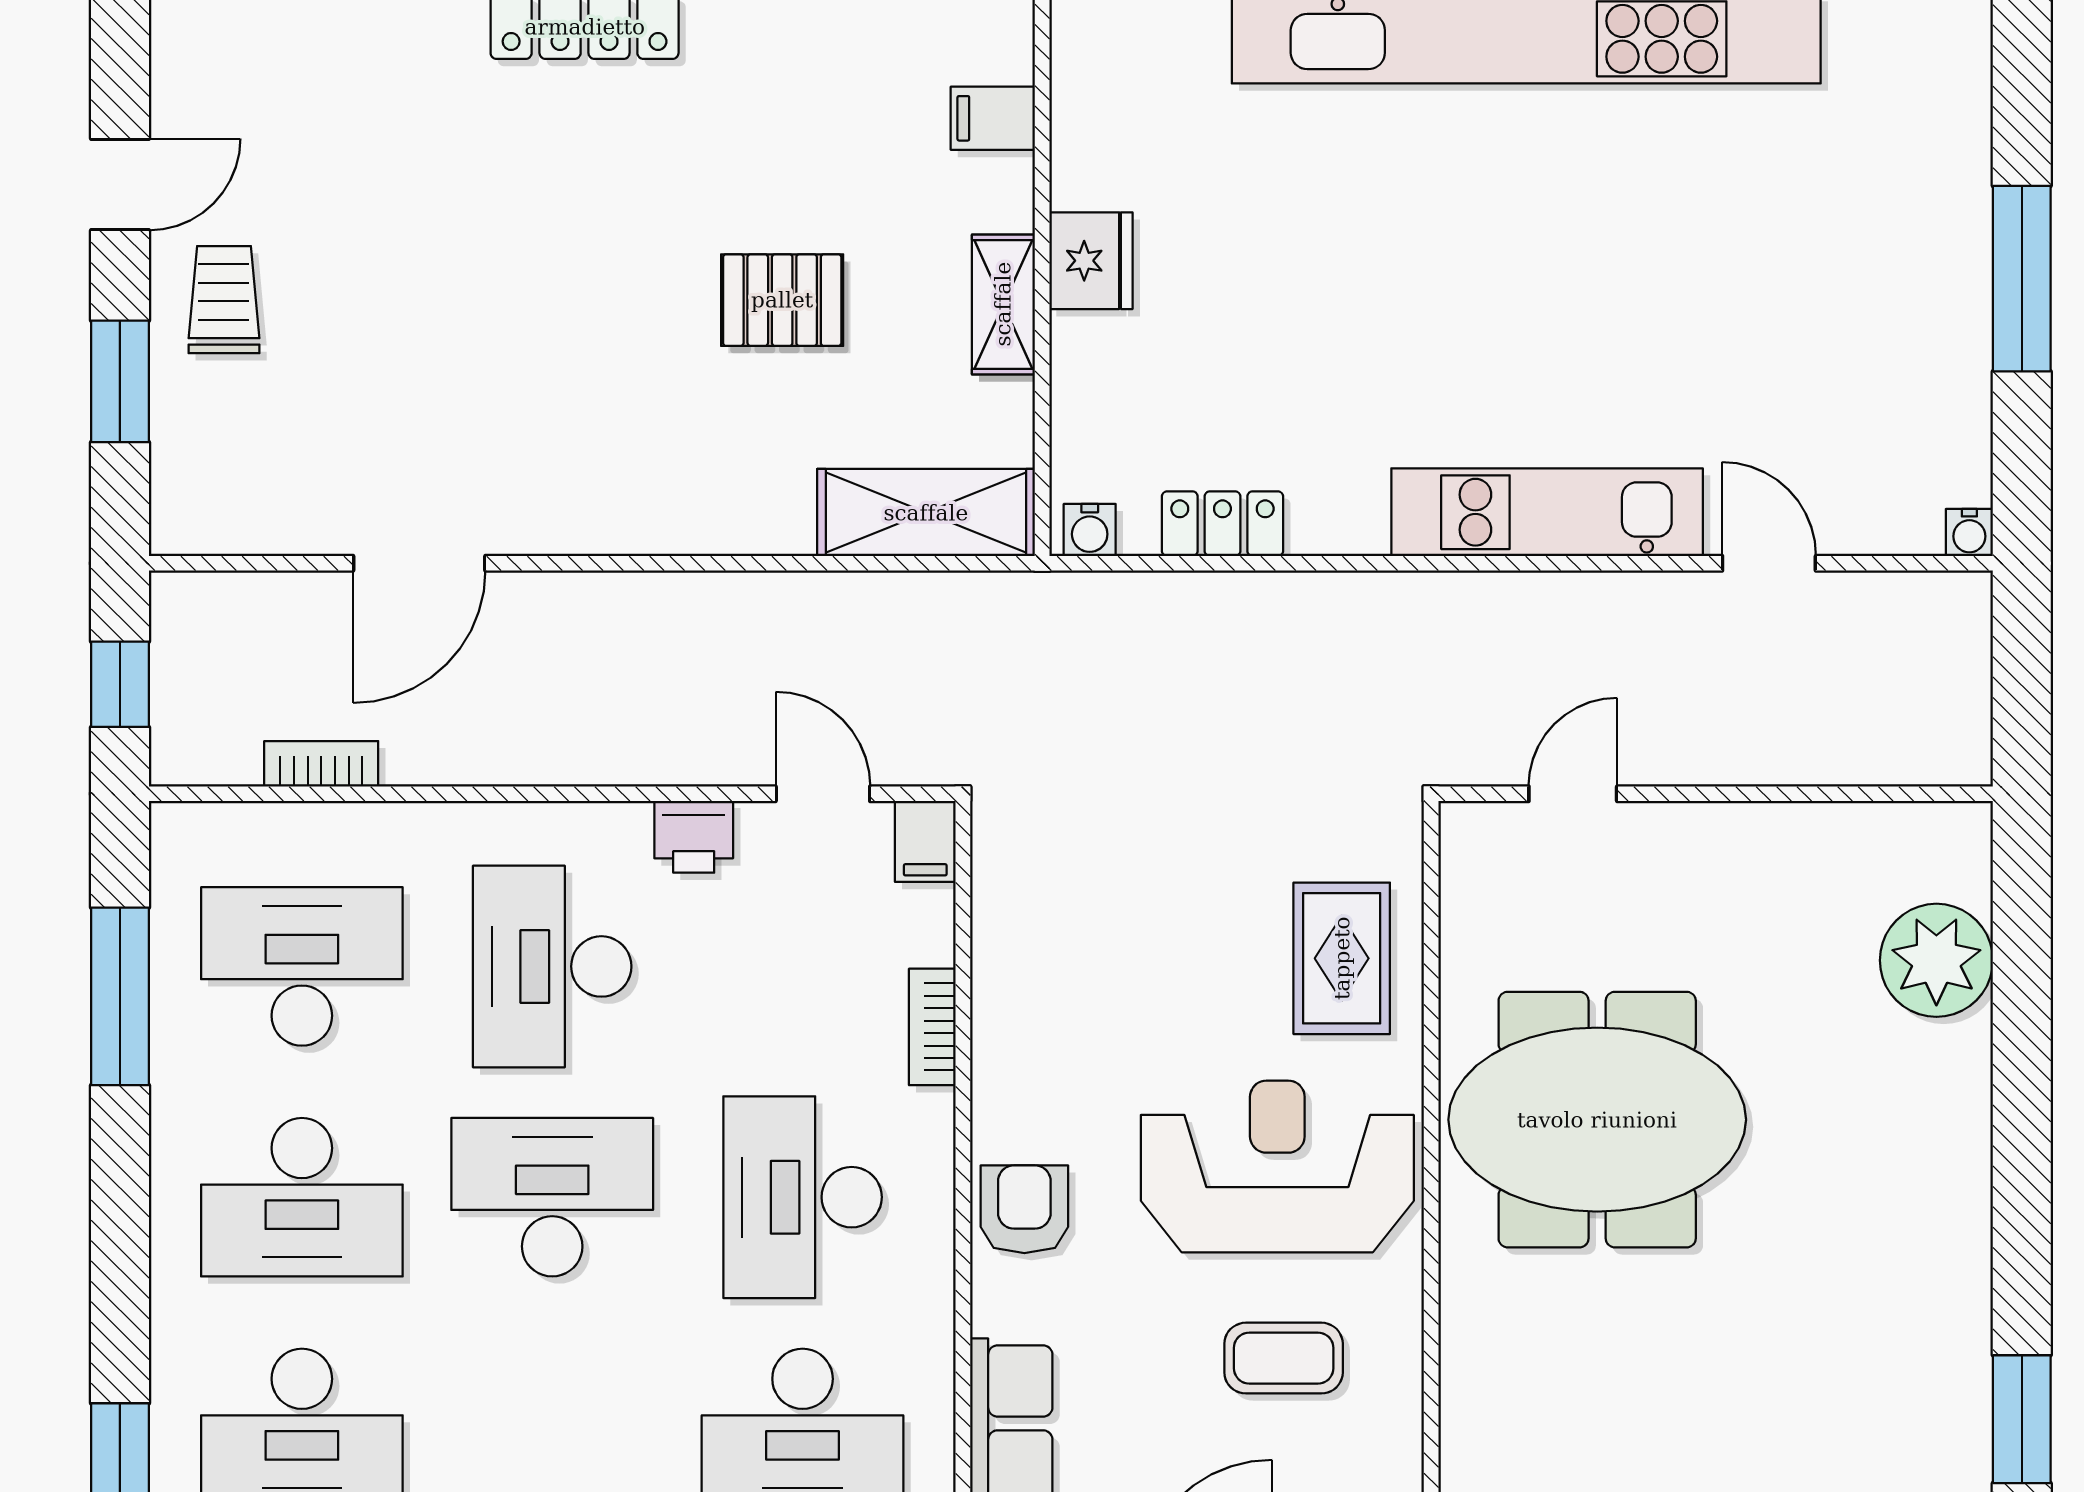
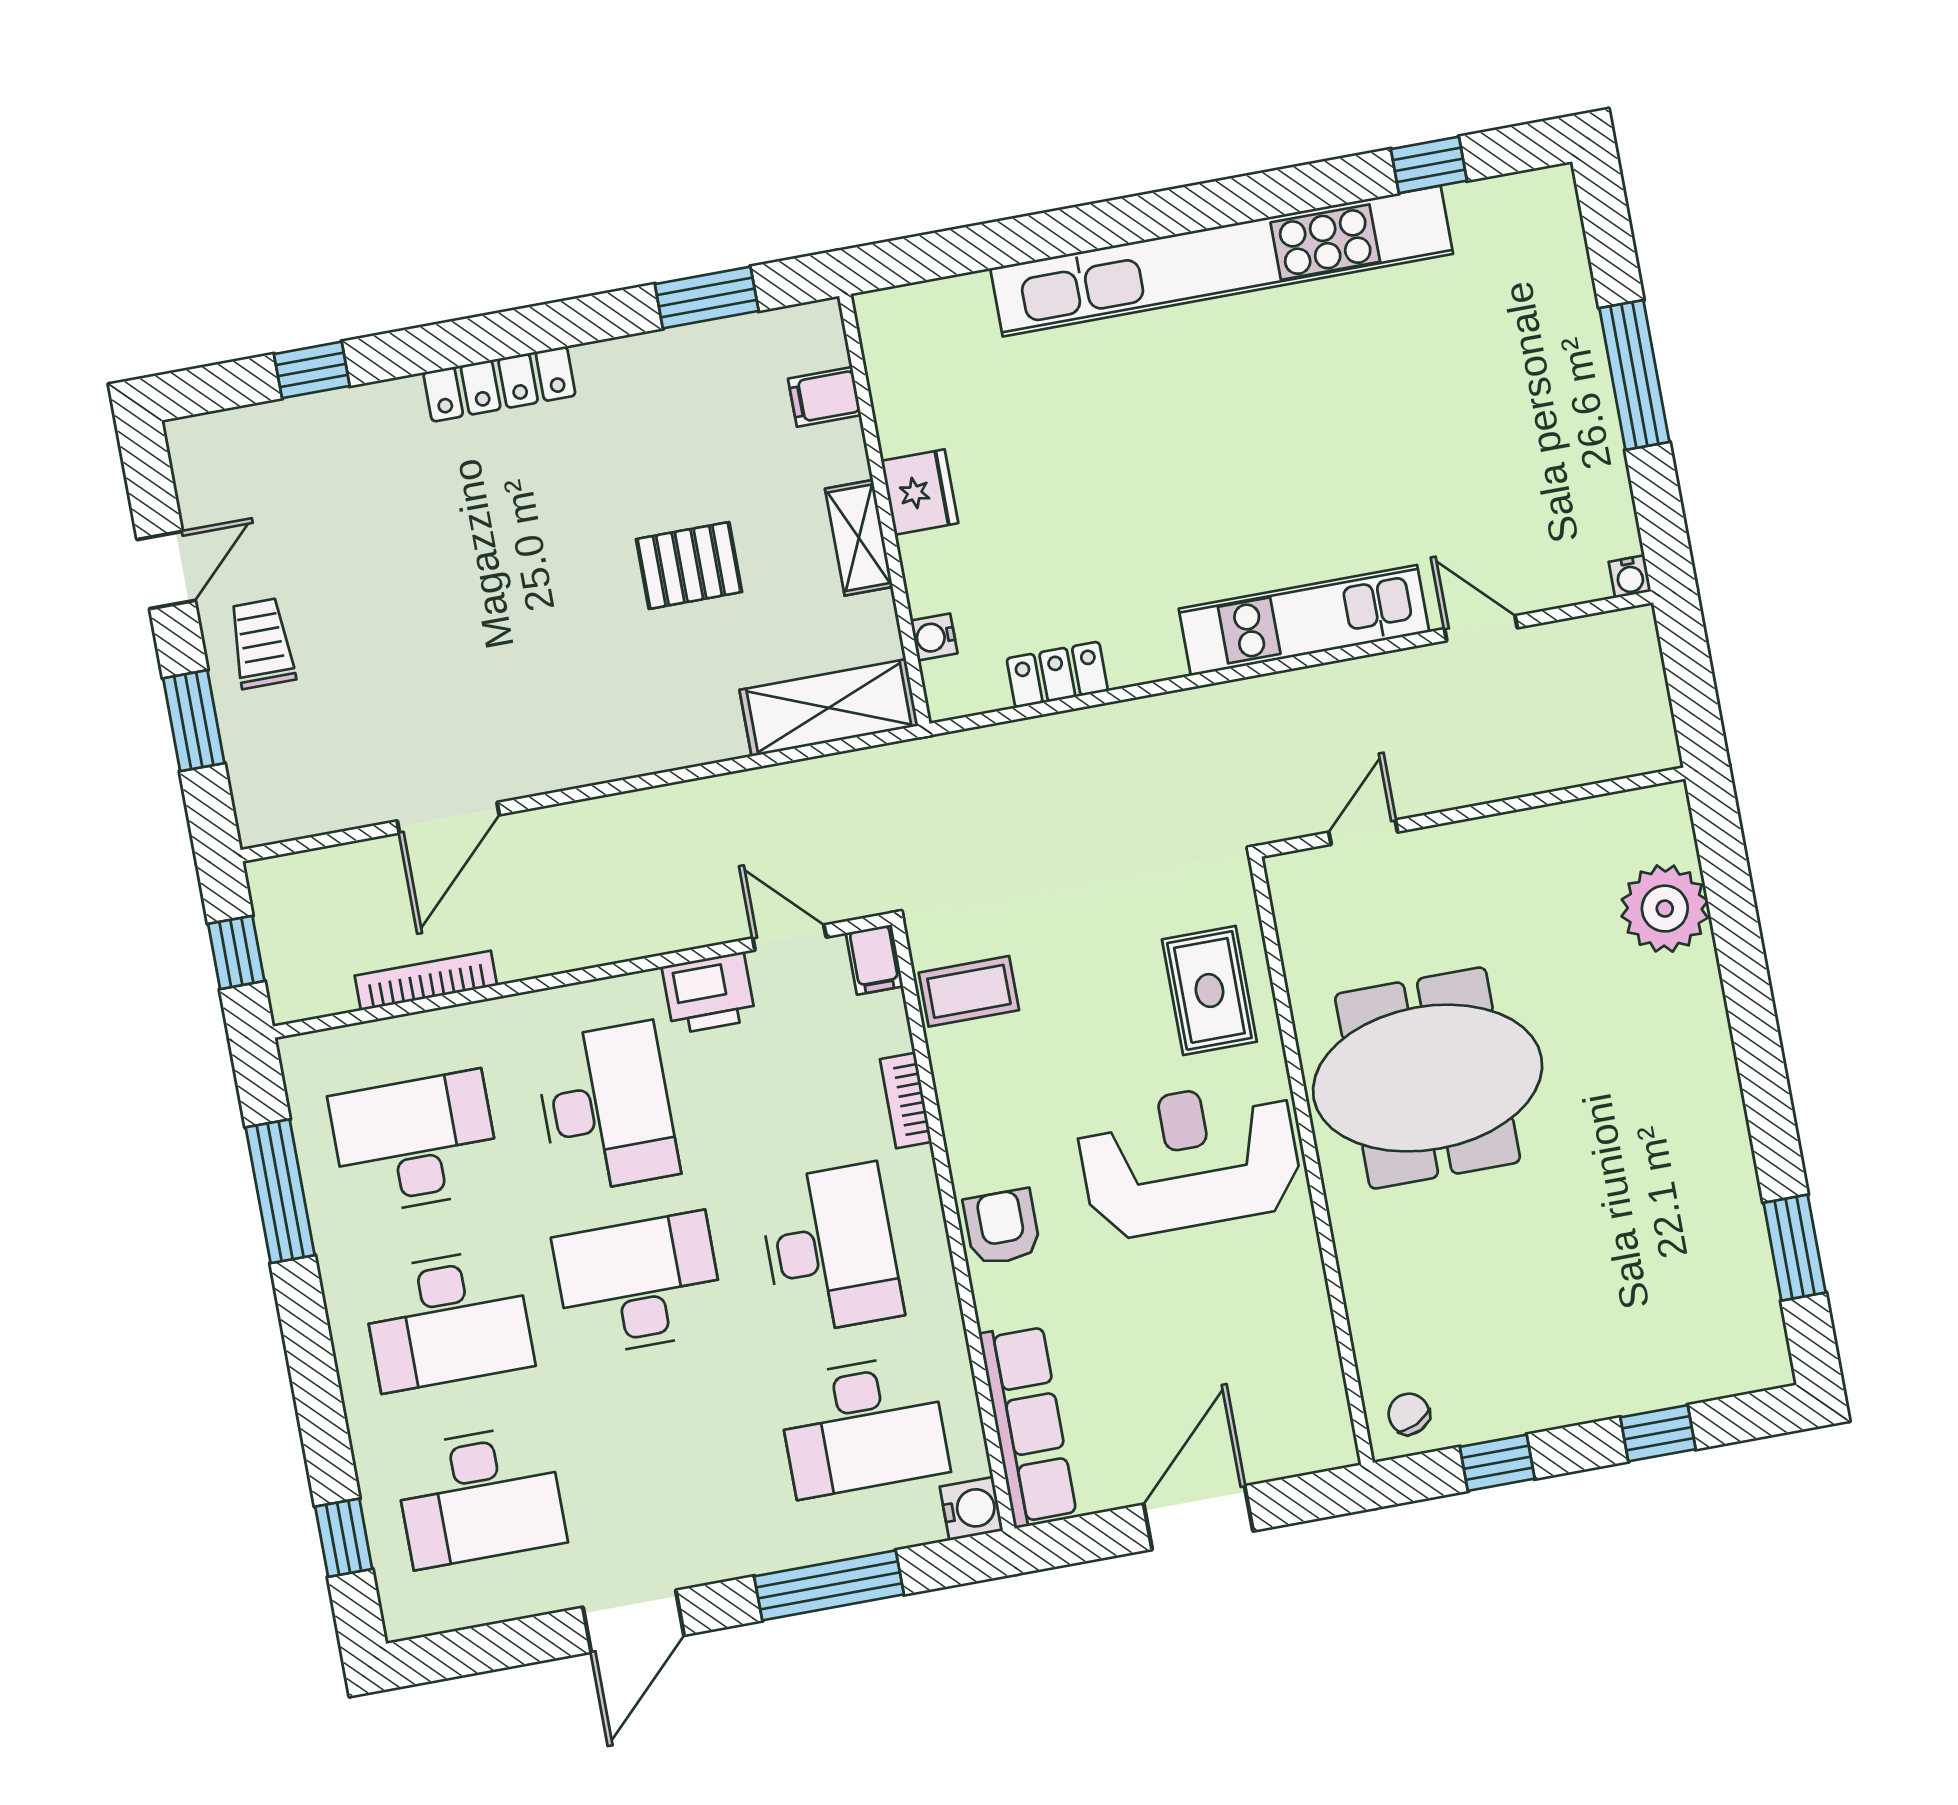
water cooler: (1090, 530) -> (934, 637), moved, turned 90
bookcase: (321, 764) -> (426, 980), width x1.56
printer: (694, 837) -> (709, 993), width x1.36, depth x1.24
desk: (552, 966) -> (607, 1108), turned 180
desk: (803, 1197) -> (831, 1249), turned 180
coffee table: (1284, 1358) -> (969, 991), moved

